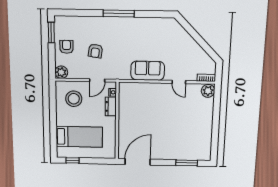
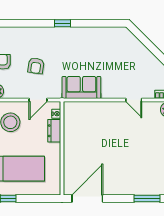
window: (119, 14) -> (62, 23), width x0.46
sofa: (148, 71) -> (81, 87), moved

